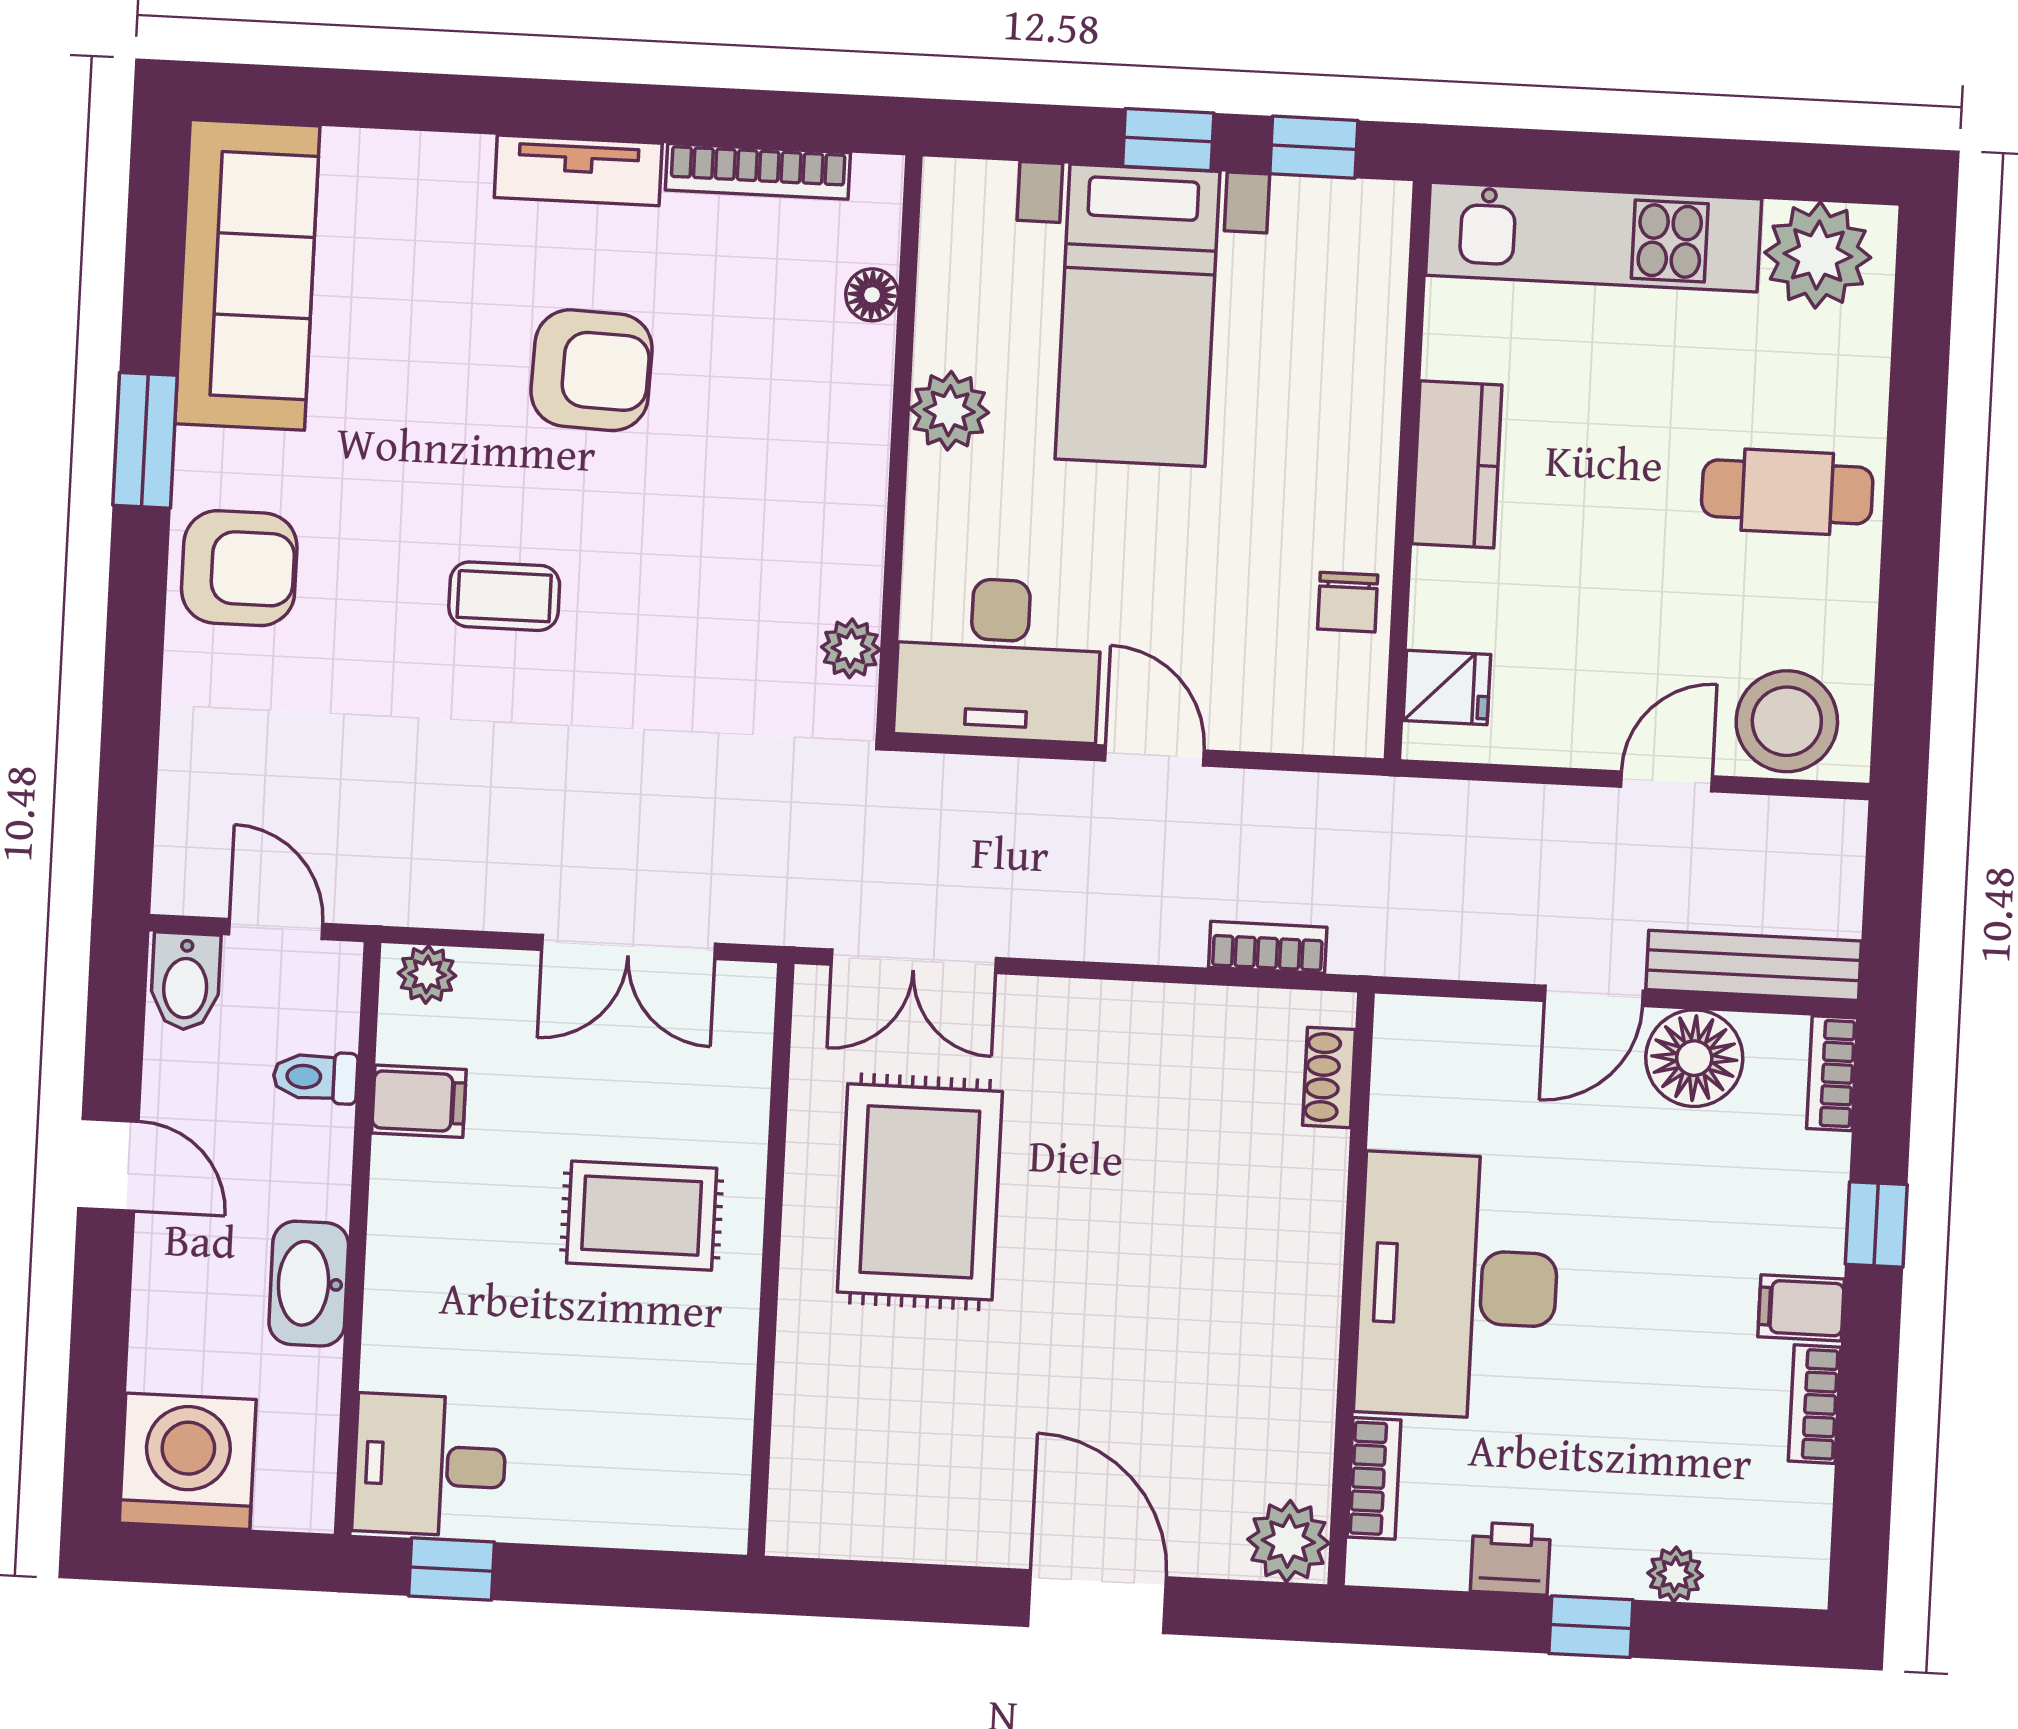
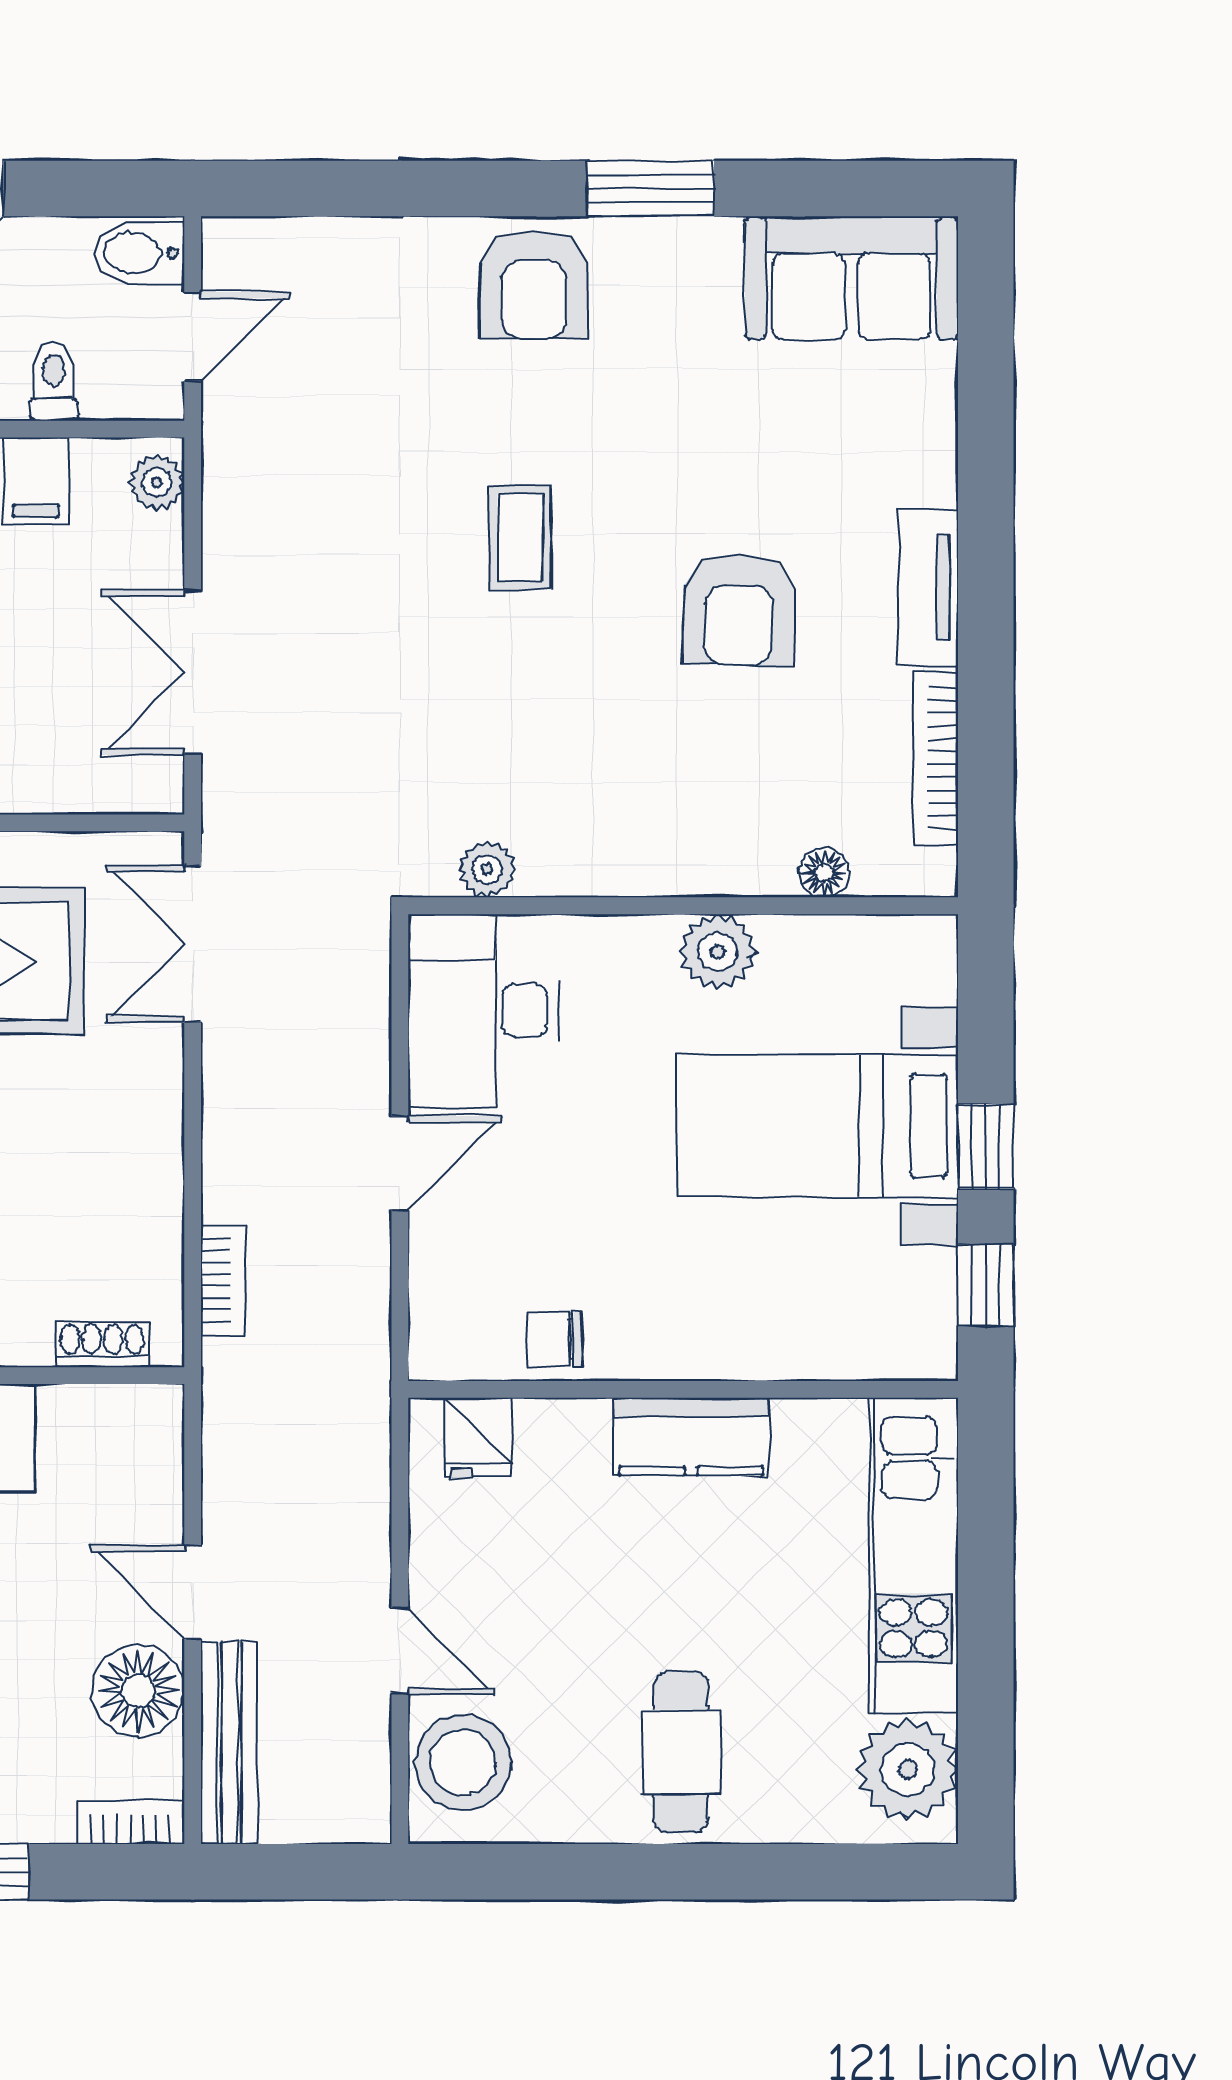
sofa: (247, 275) -> (852, 278), width x0.73

